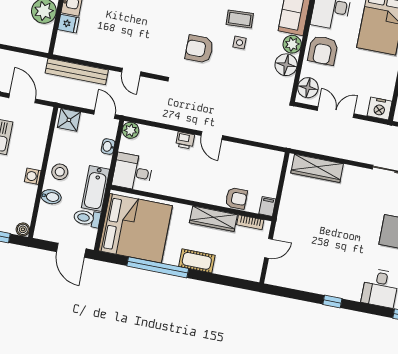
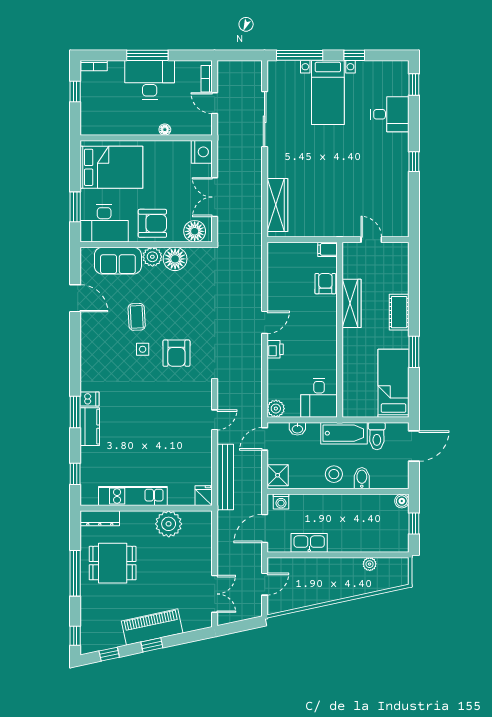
fridge: (68, 24) -> (204, 496), moved
side table: (240, 43) -> (143, 349), moved
washing machine: (33, 176) -> (281, 502), moved
bookcase: (250, 222) -> (348, 264), removed
bed: (135, 228) -> (393, 383), width x0.49
window: (158, 267) -> (414, 352), width x0.47

